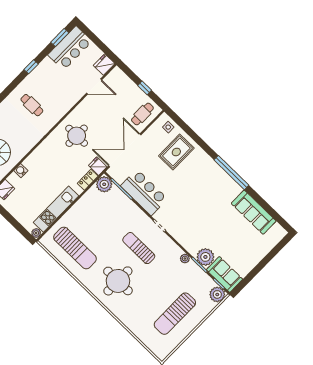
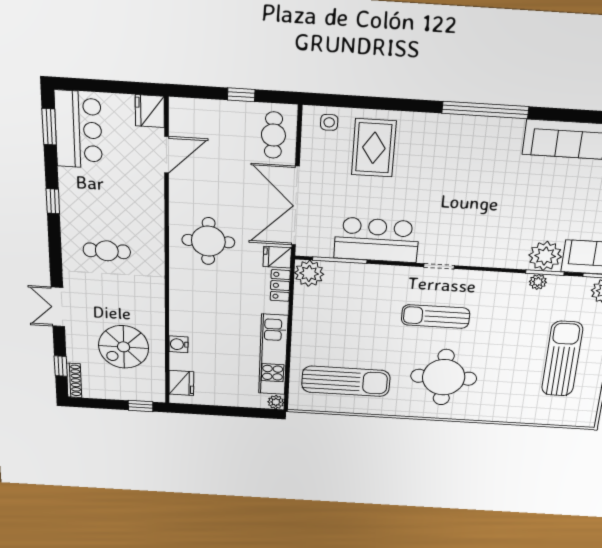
plant: (185, 259) -> (538, 282), moved
sun lounger: (175, 314) -> (562, 359), turned 180

